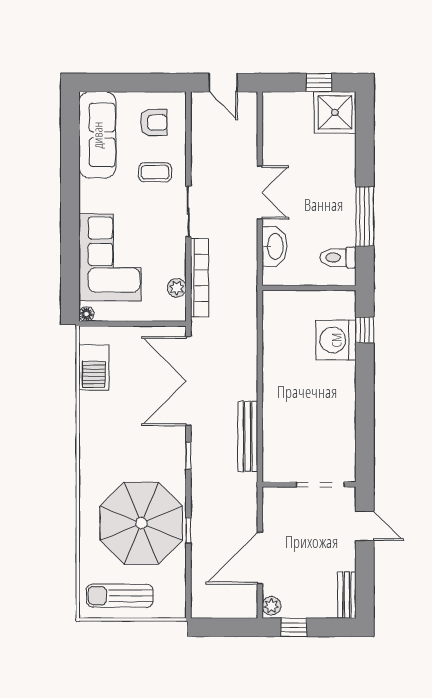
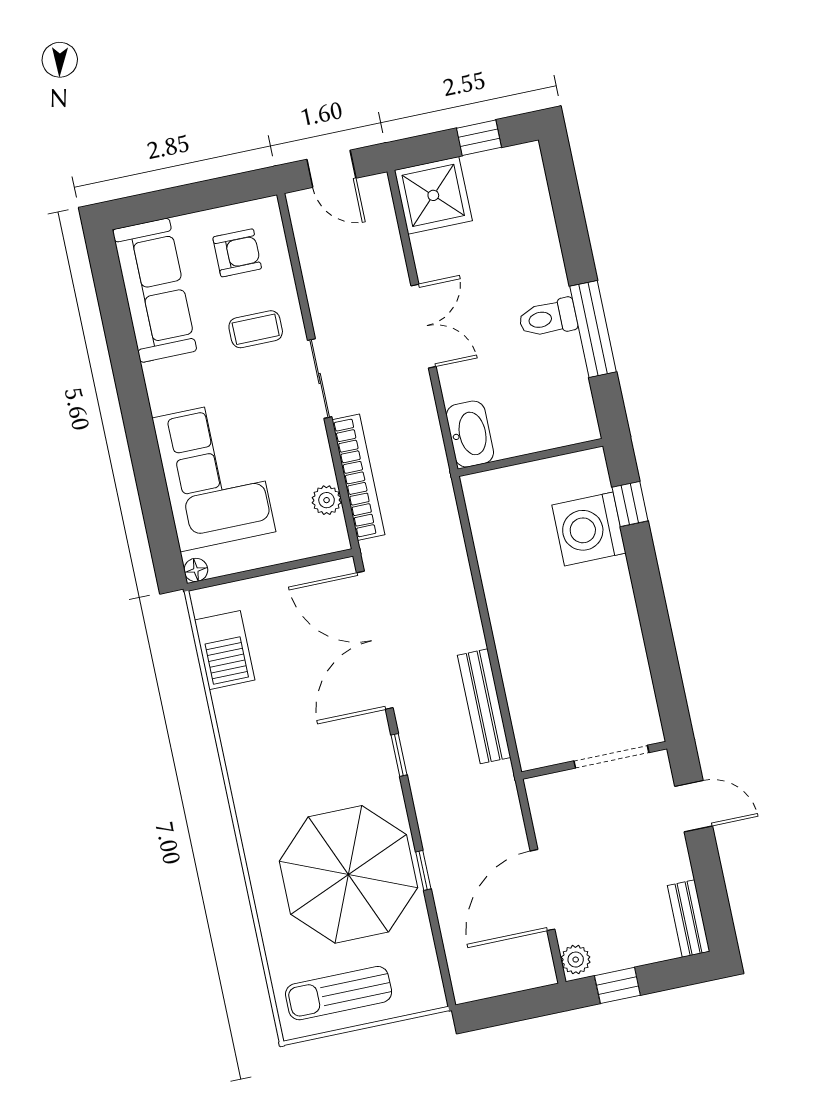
shower: (335, 112) -> (433, 195), moved
washbasin: (274, 246) -> (470, 434), moved
toilet: (338, 258) -> (548, 318), moved

